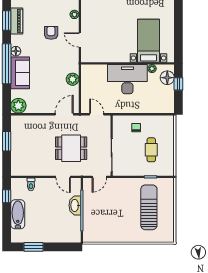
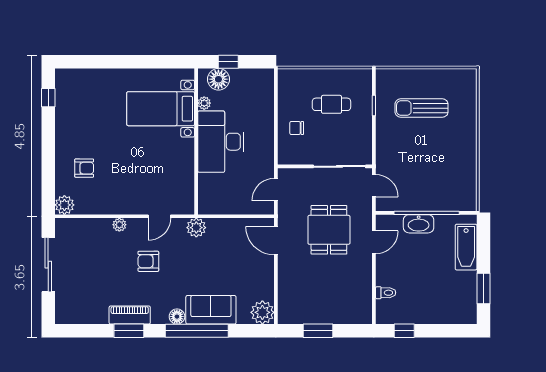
plant: (73, 79) -> (196, 228), moved
sun lounger: (149, 207) -> (422, 108), width x0.73, depth x0.75
bathtub: (18, 214) -> (466, 247), moved, turned -90

